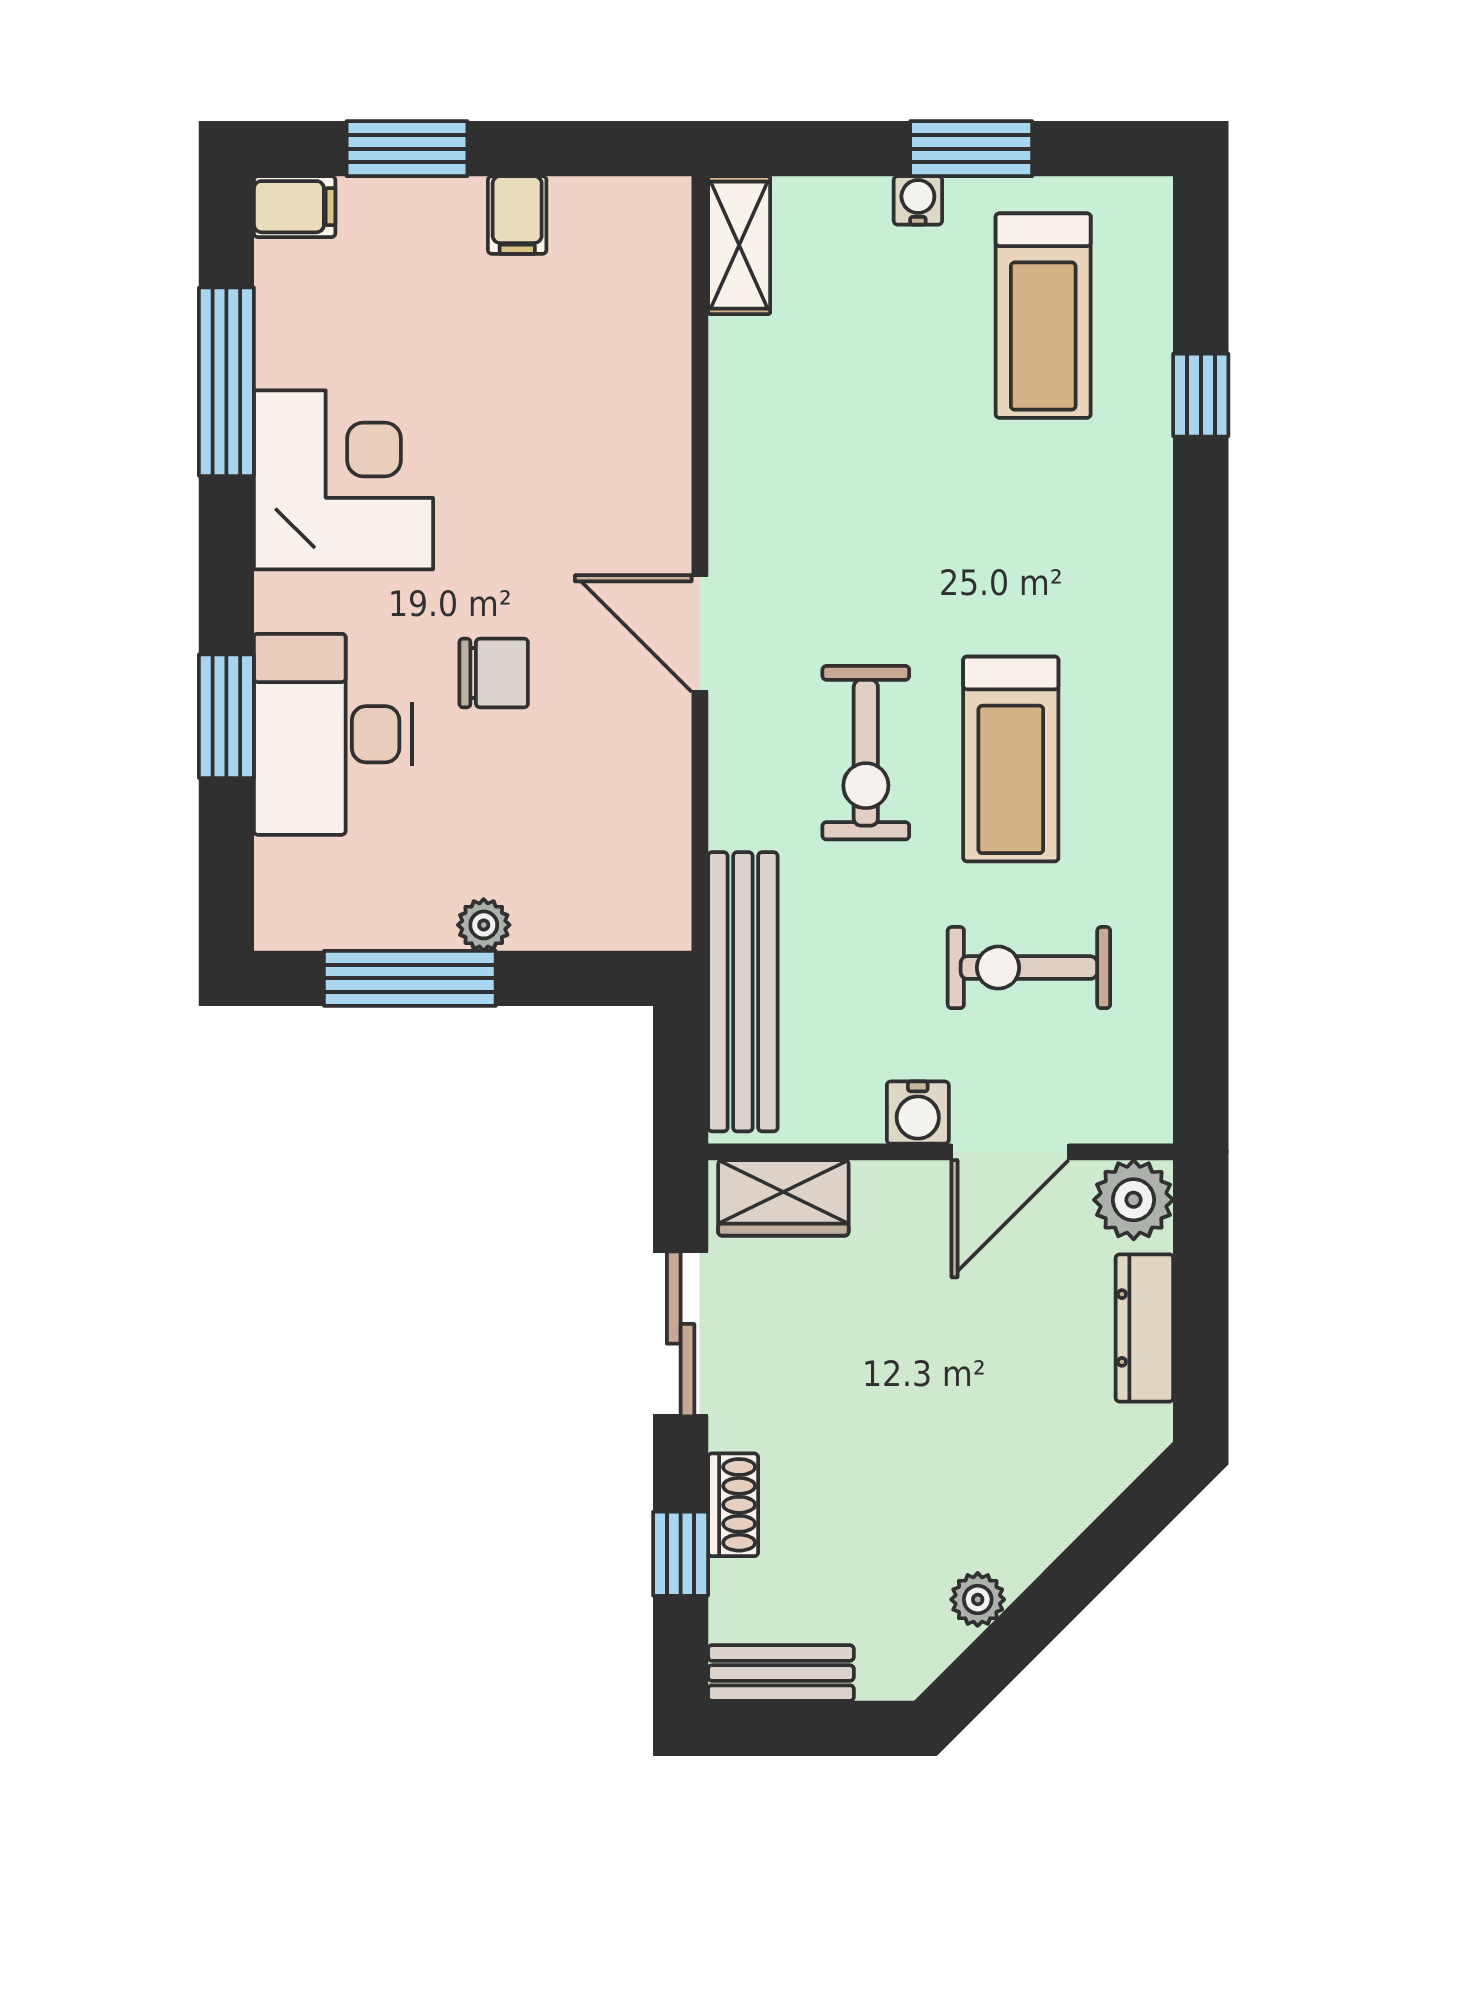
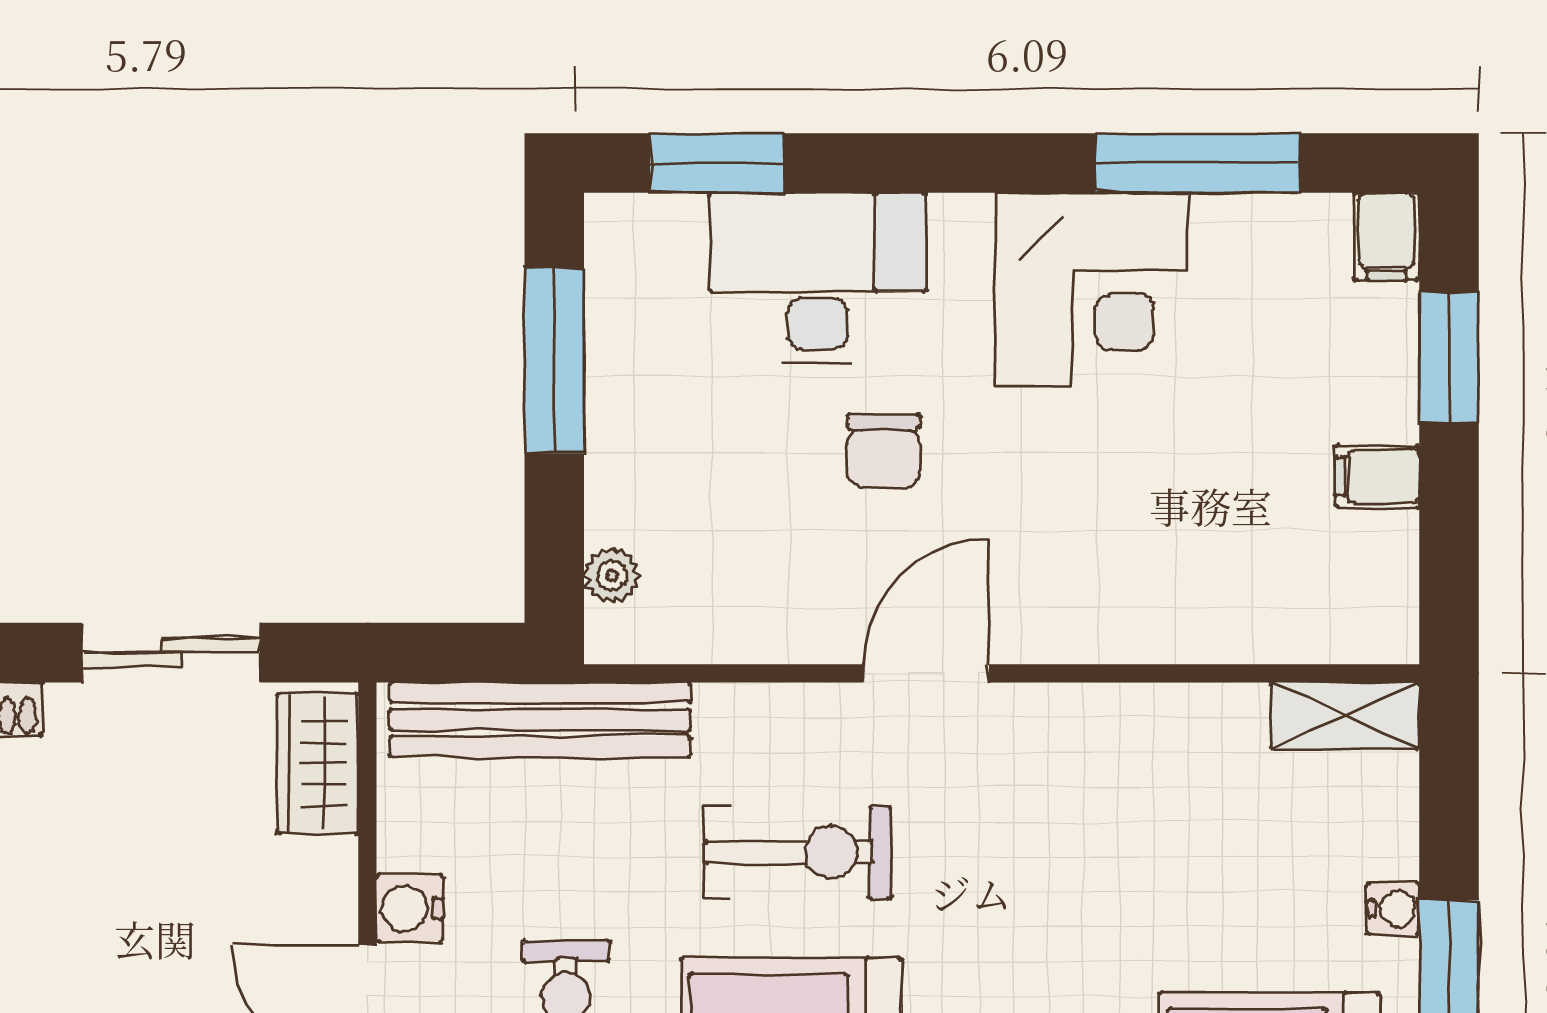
window: (226, 716) -> (717, 163), moved
exercise bike: (866, 753) -> (798, 852), turned 180
plant: (484, 925) -> (612, 575), moved

